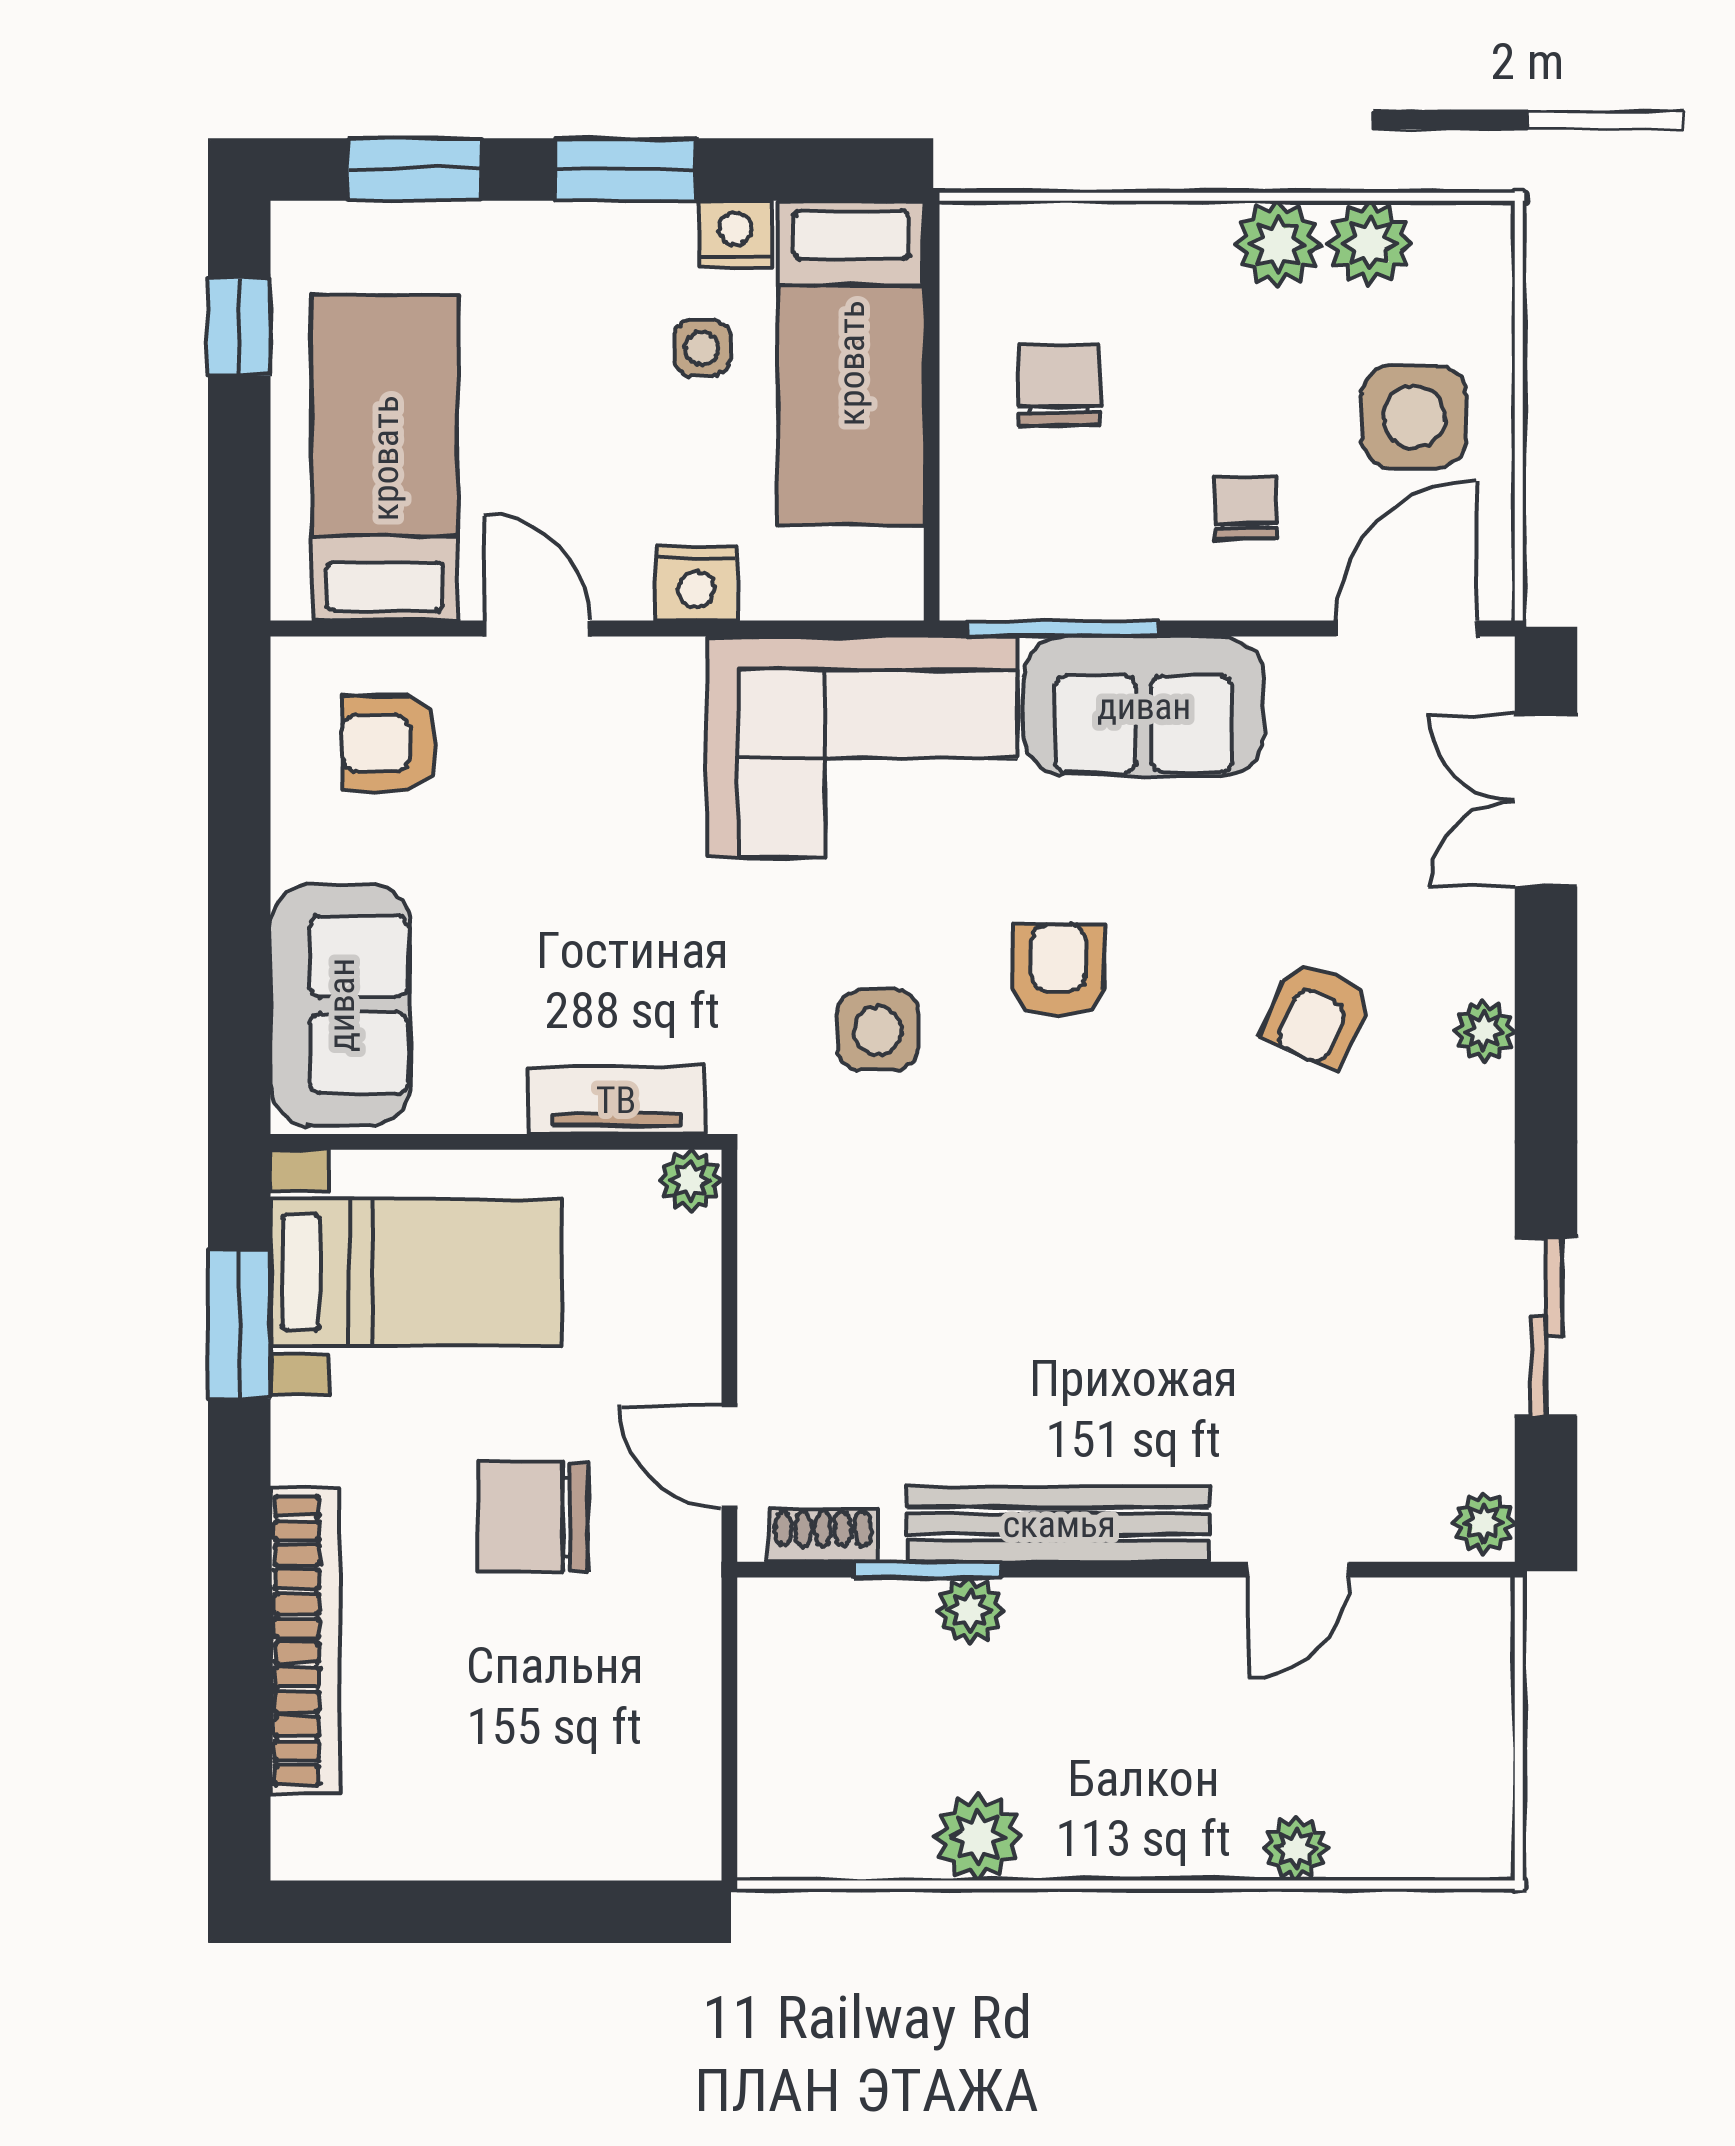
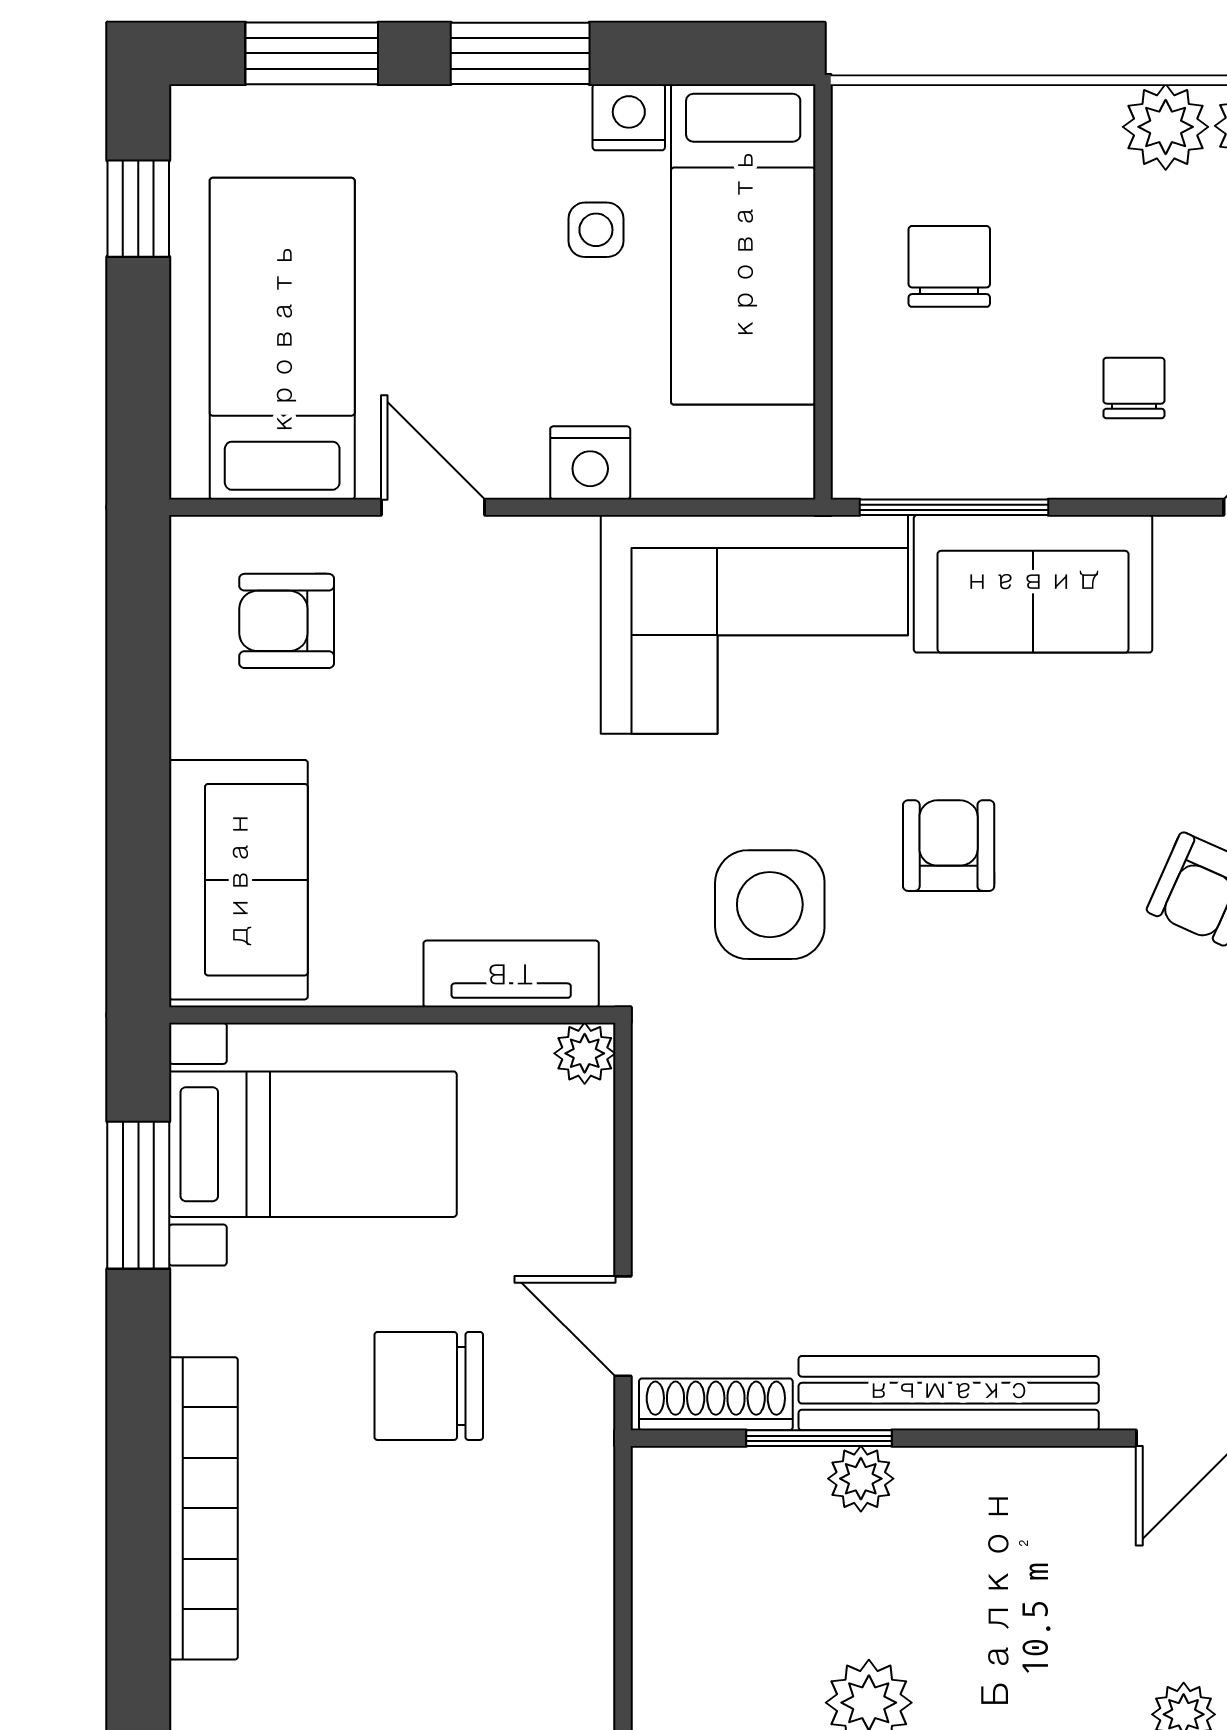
side table: (878, 1030) -> (770, 905), width x1.37, depth x1.37
shoe rack: (823, 1535) -> (716, 1404), width x1.43

